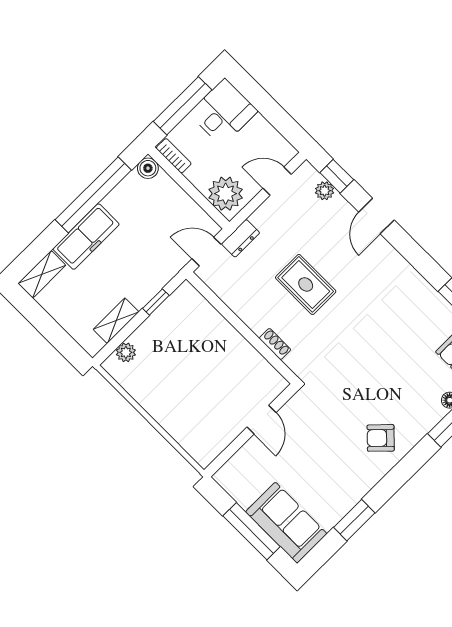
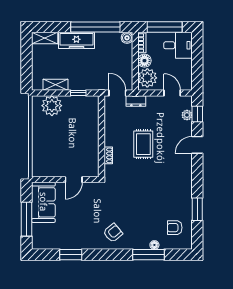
floor lamp: (200, 175) -> (144, 61), added
plant: (126, 352) -> (52, 106), width x1.87, depth x1.87
armchair: (381, 438) -> (113, 233), turned 96
sofa: (286, 523) -> (43, 202), moved

